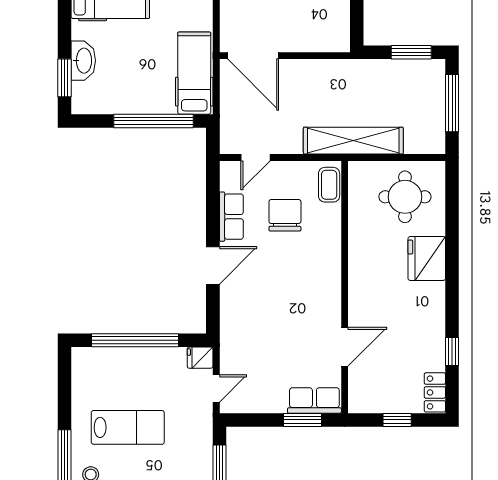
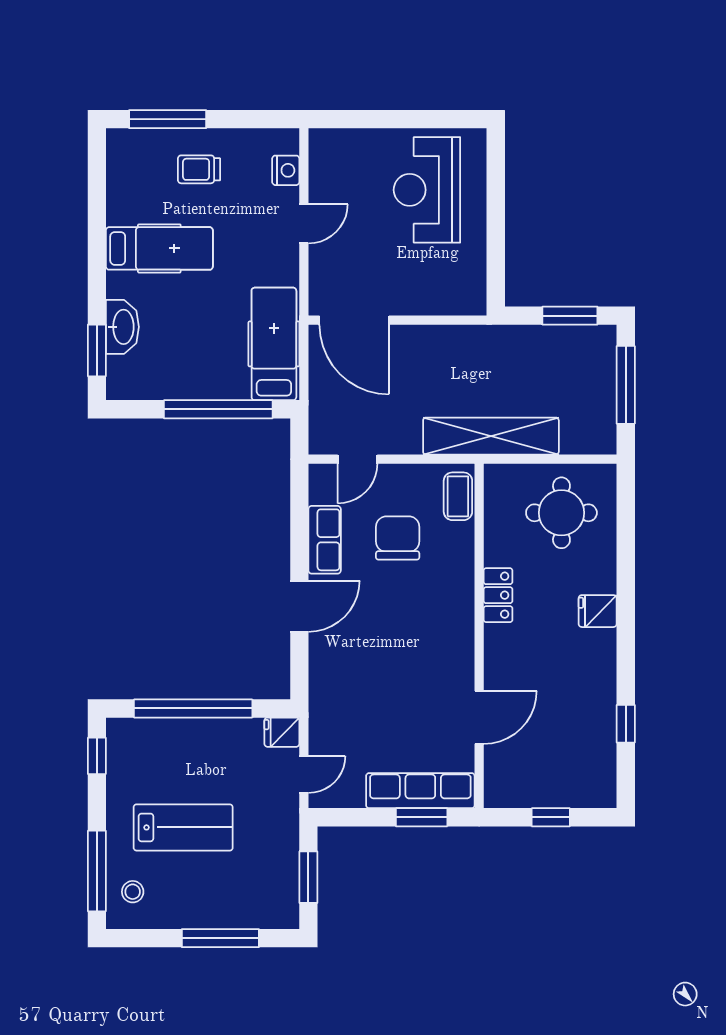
fridge: (427, 258) -> (598, 611), width x0.53, depth x0.75
window: (64, 375) -> (97, 756), added
locker: (435, 392) -> (498, 595), moved, turned 180
row of seats: (314, 400) -> (420, 791), width x1.48

